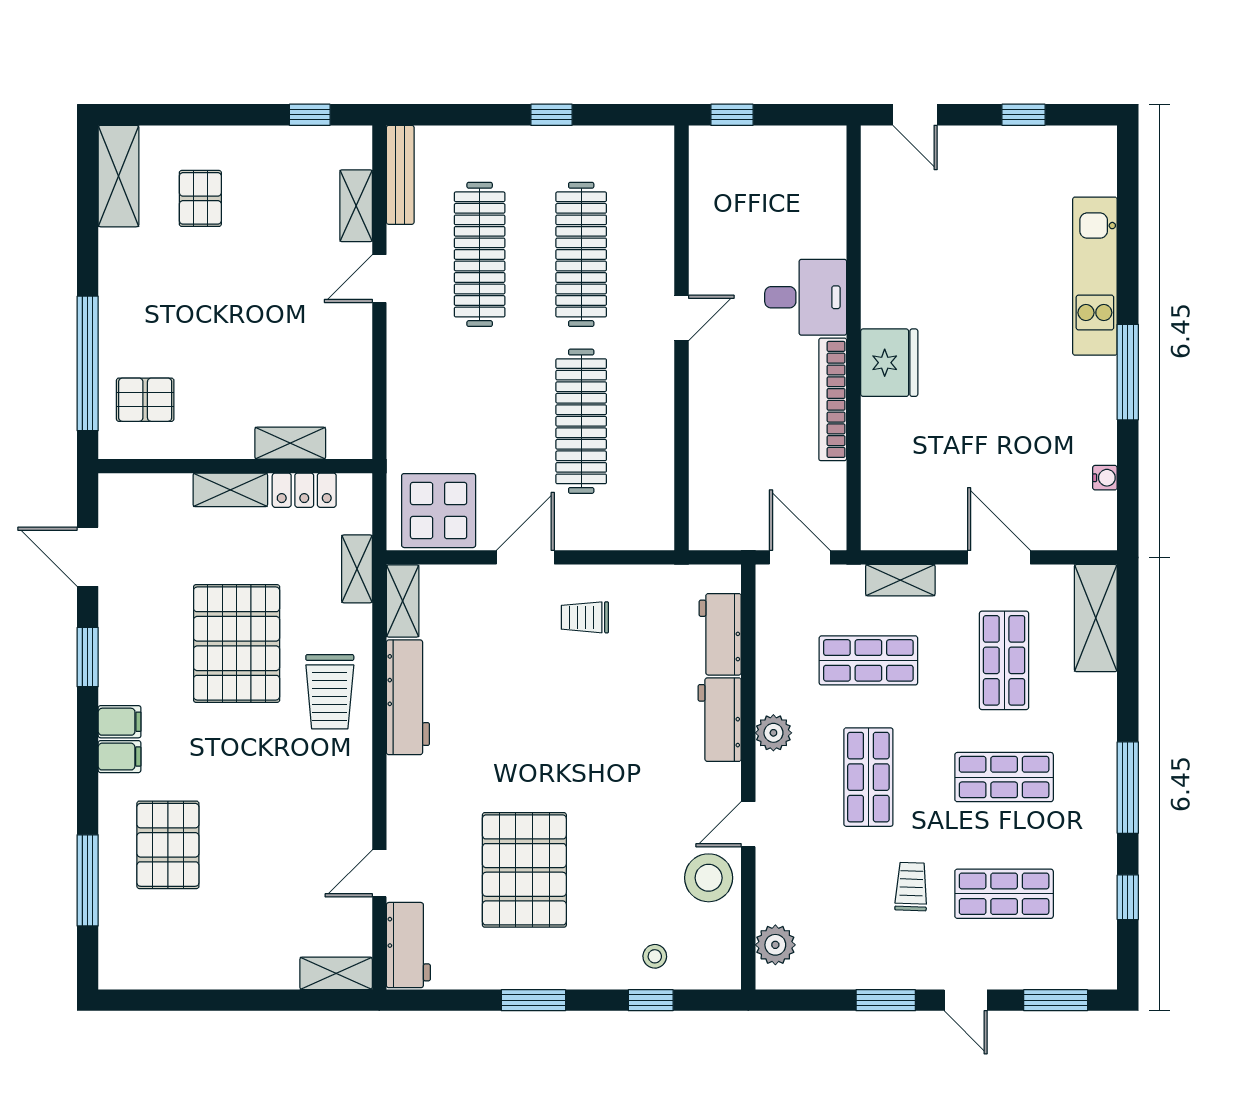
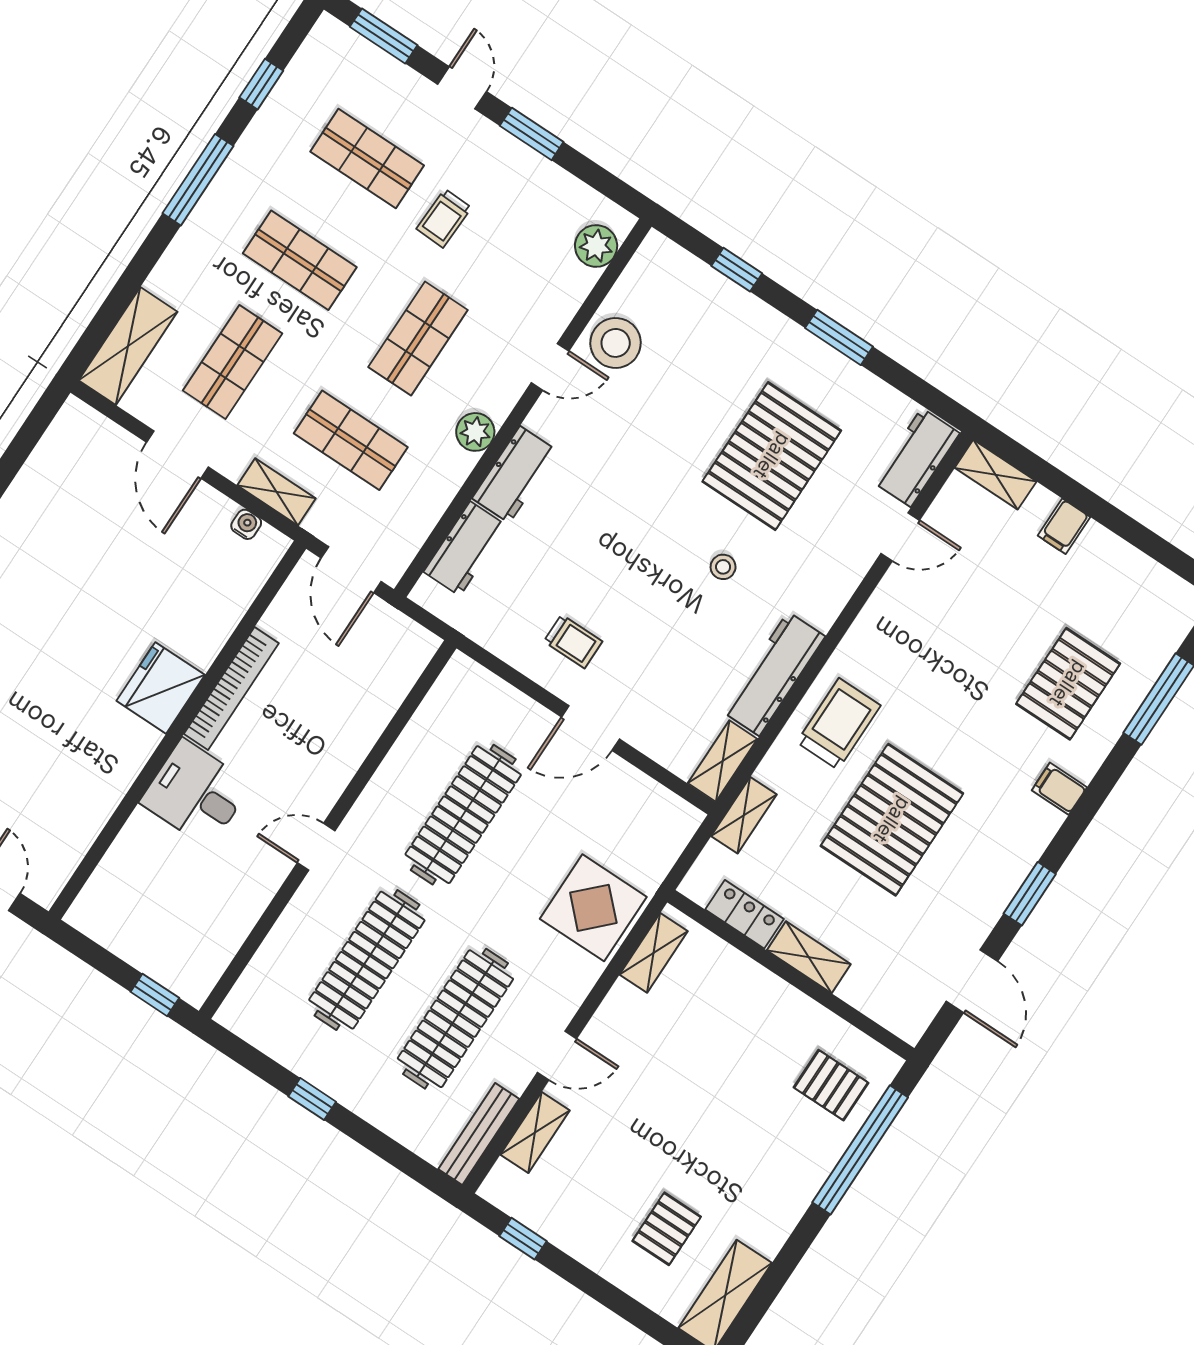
shelving: (290, 443) -> (654, 953), moved, turned 90
water cooler: (1105, 478) -> (246, 524), moved, turned 90
display table: (439, 511) -> (593, 908), moved
filing cabinet: (120, 722) -> (1064, 526), moved, turned -90
stool: (655, 956) -> (723, 567), moved

